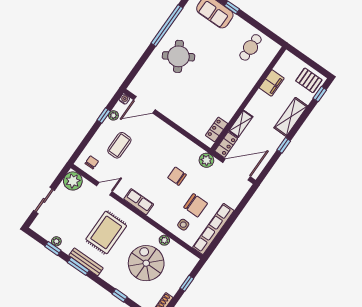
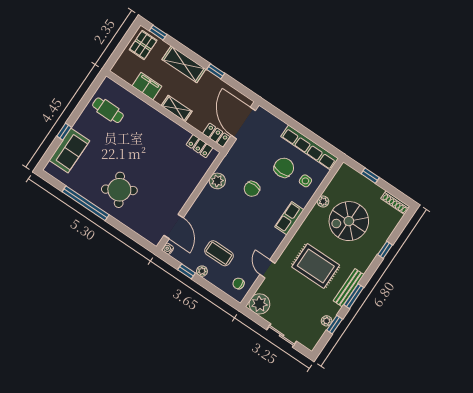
plant: (113, 115) -> (202, 271), moved
shelving: (241, 124) -> (177, 109), moved
plant: (206, 160) -> (217, 181), moved
row of seats: (139, 202) -> (289, 218), moved

